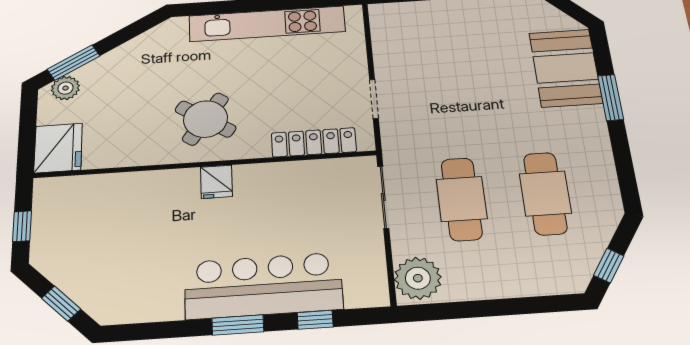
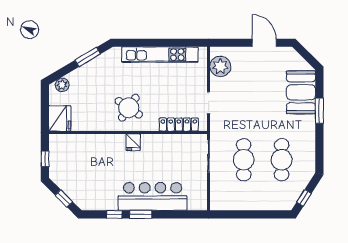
window: (74, 63) -> (88, 57), moved
plant: (418, 278) -> (220, 66), moved
window: (315, 320) -> (114, 214), moved

